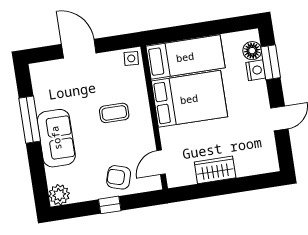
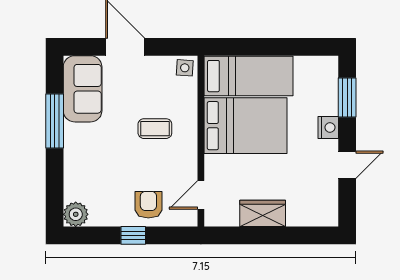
floor lamp: (252, 51) -> (328, 81), removed
nightstand: (256, 70) -> (328, 127), moved
sofa: (56, 138) -> (83, 89), moved
armchair: (119, 177) -> (148, 205), turned 73

